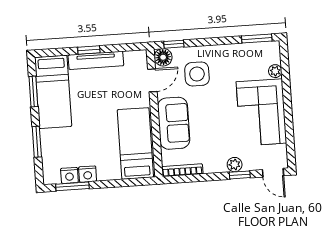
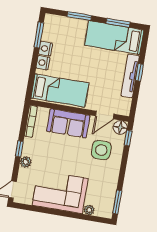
door: (152, 80) -> (105, 115), hinge flipped
nightstand: (69, 175) -> (43, 63), moved
window: (240, 175) -> (19, 149), moved

